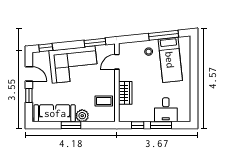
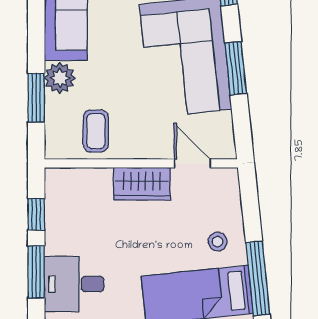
window: (95, 42) -> (236, 68), moved
wardrobe: (125, 93) -> (142, 184), moved
window: (71, 125) -> (36, 98), moved

